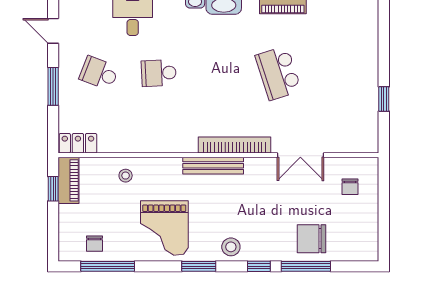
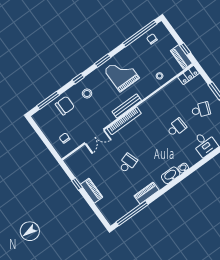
piano: (368, 71) -> (91, 191), added
school desk: (278, 73) -> (128, 163), width x0.54
double door: (300, 155) -> (94, 136), swing flipped
grand piano: (164, 228) -> (122, 74), moved
stool: (231, 247) -> (87, 93), moved
window: (108, 266) -> (140, 34), width x1.46
window: (306, 266) -> (48, 100), moved

